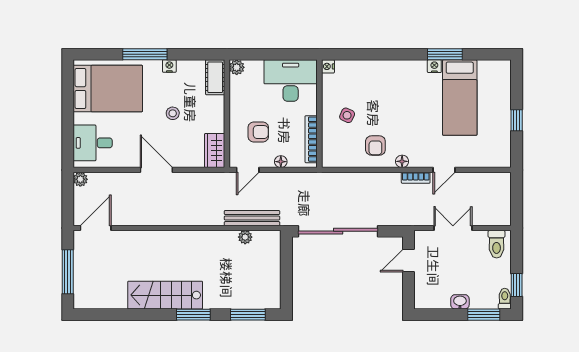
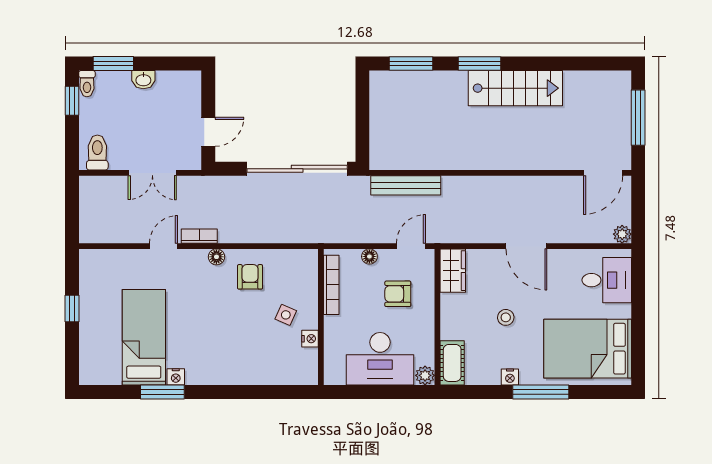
nightstand: (328, 66) -> (310, 339), moved
desk: (291, 81) -> (380, 359), moved
plant: (245, 237) -> (414, 161), removed

